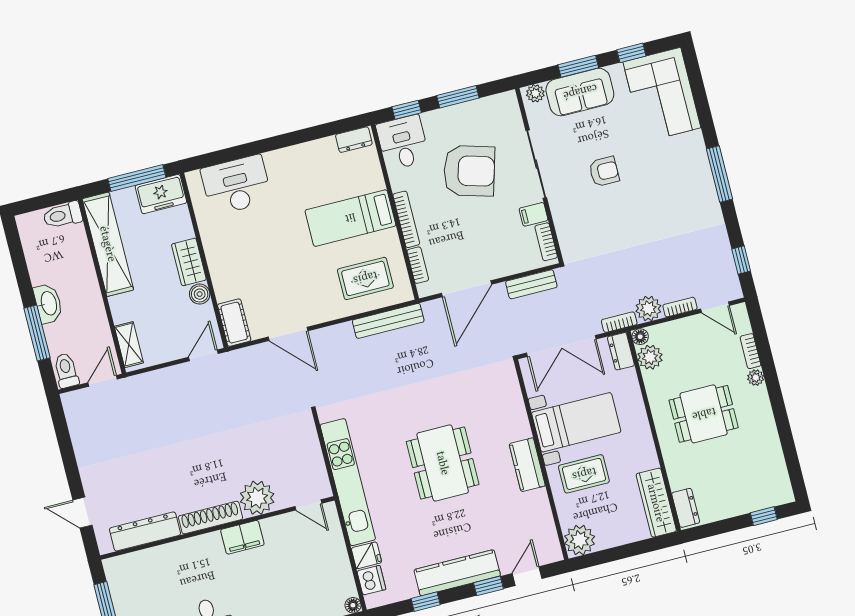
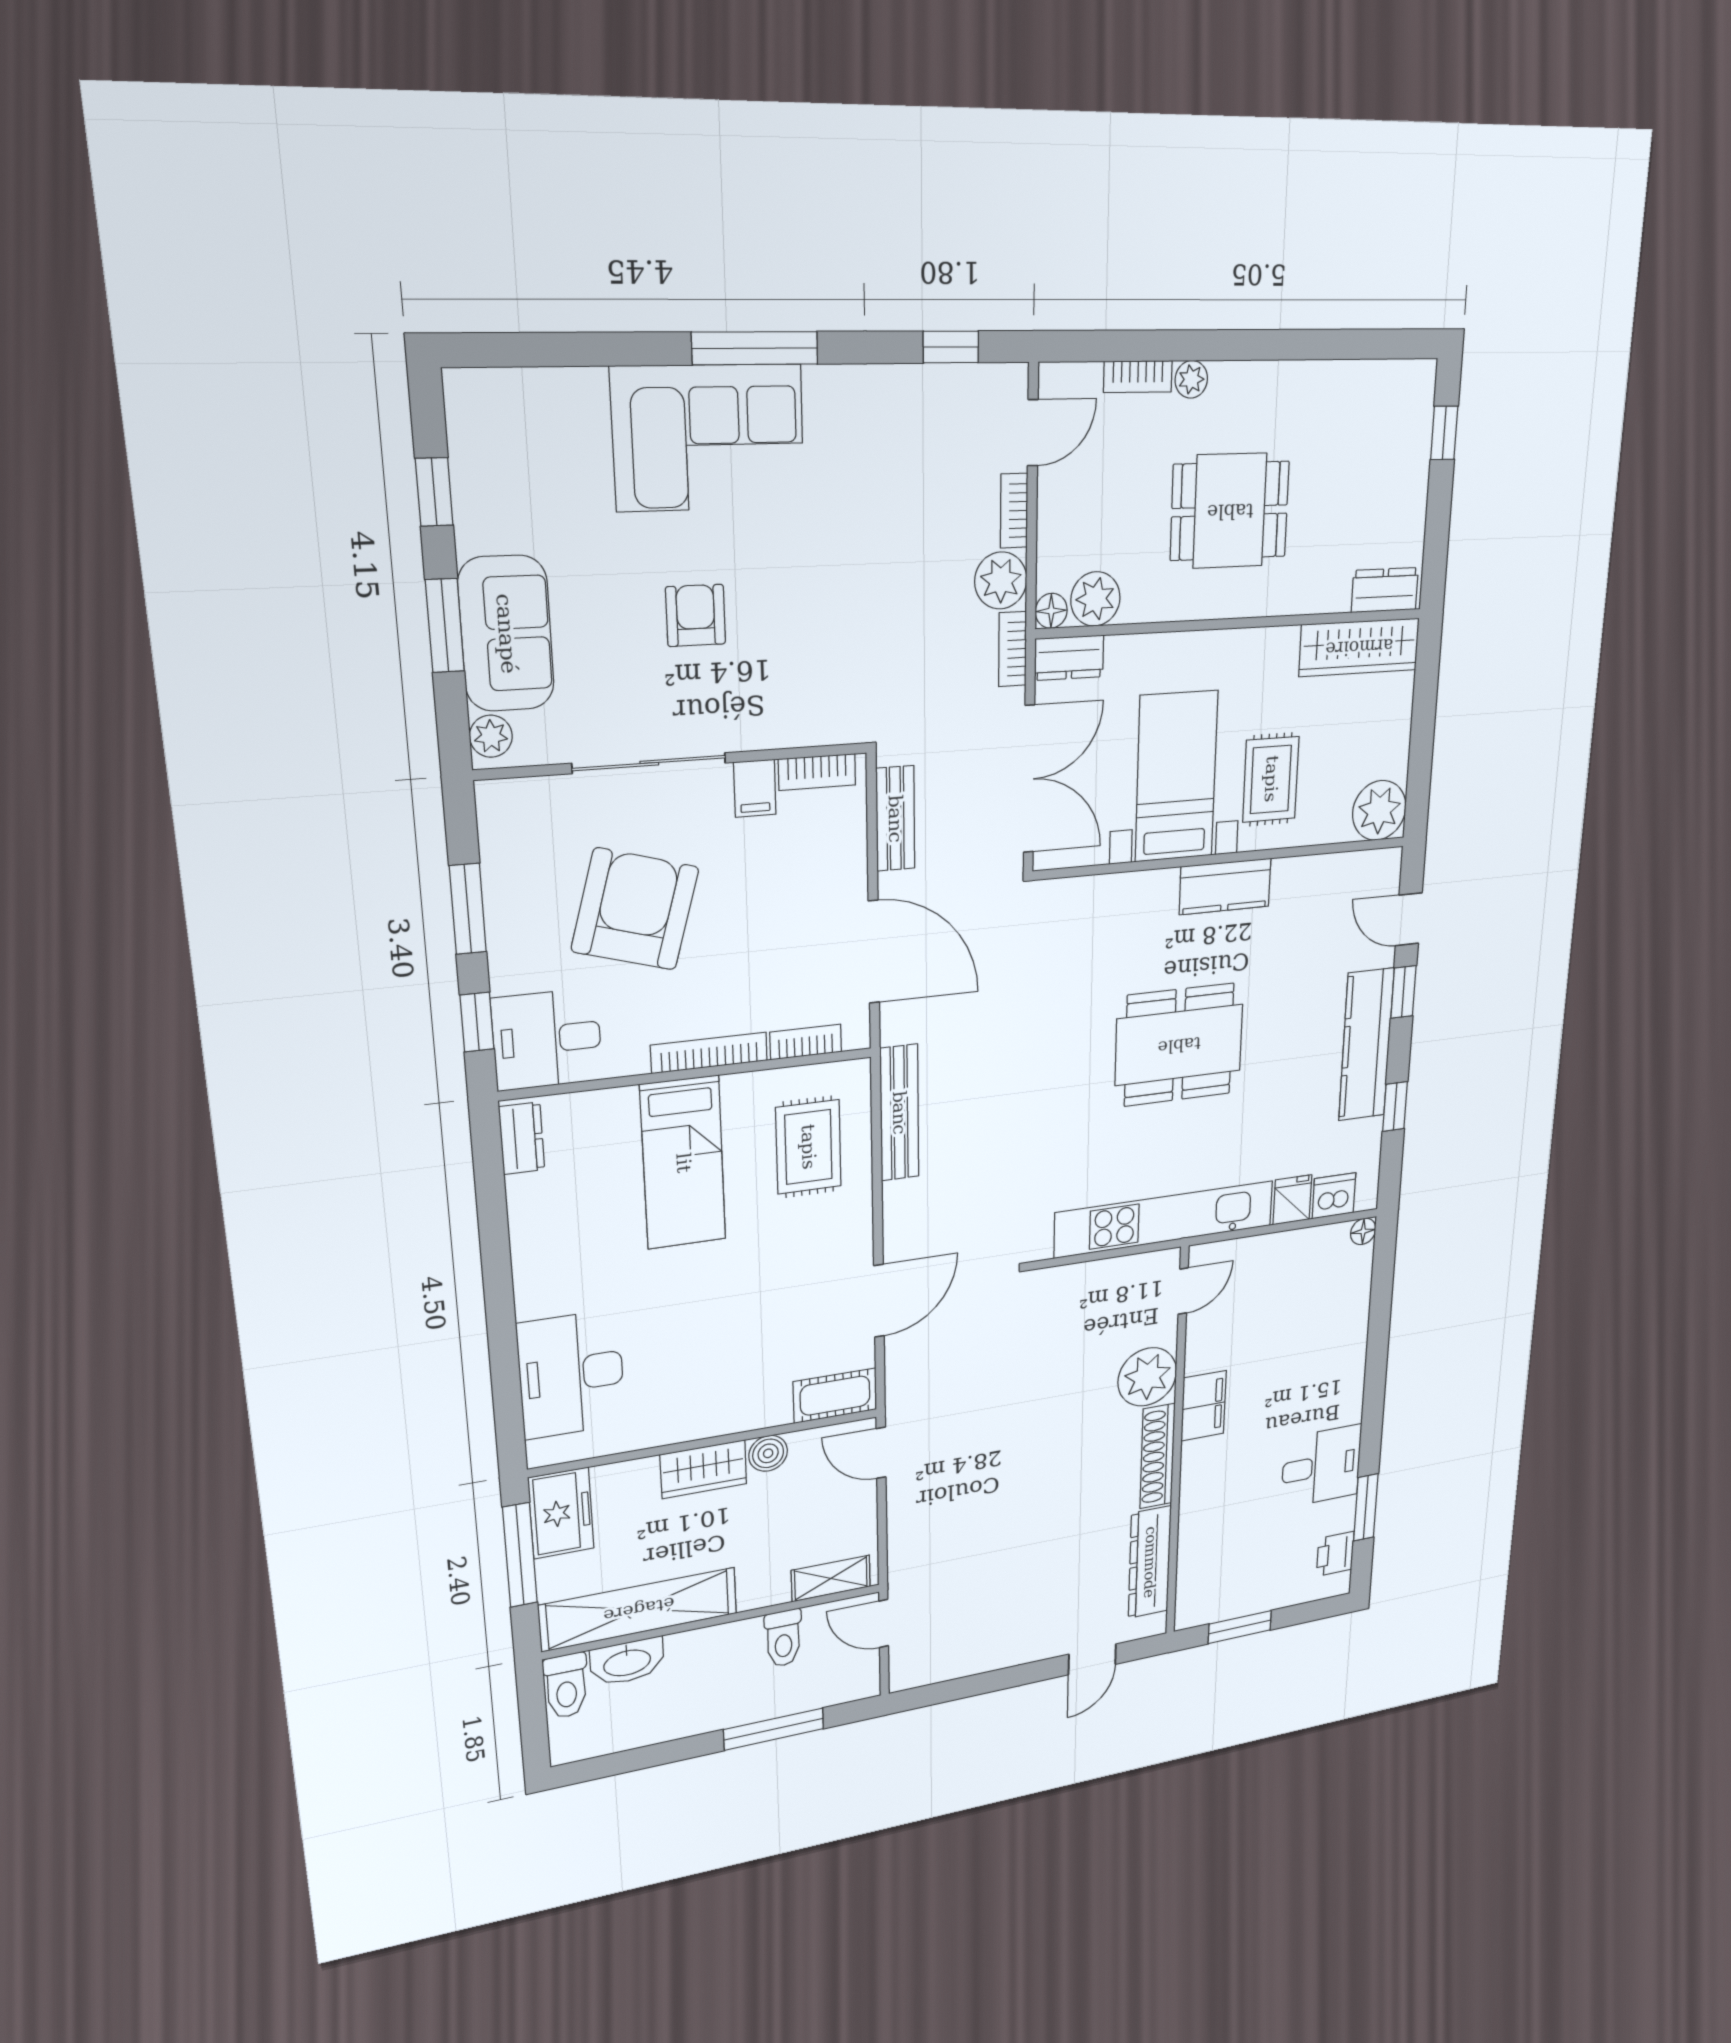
corner sofa: (662, 95) -> (709, 438), moved
washbasin: (48, 303) -> (627, 1662), moved, turned 180
toilet: (66, 371) -> (783, 1638), moved, turned -90
dining table: (704, 414) -> (1230, 511), turned 90

